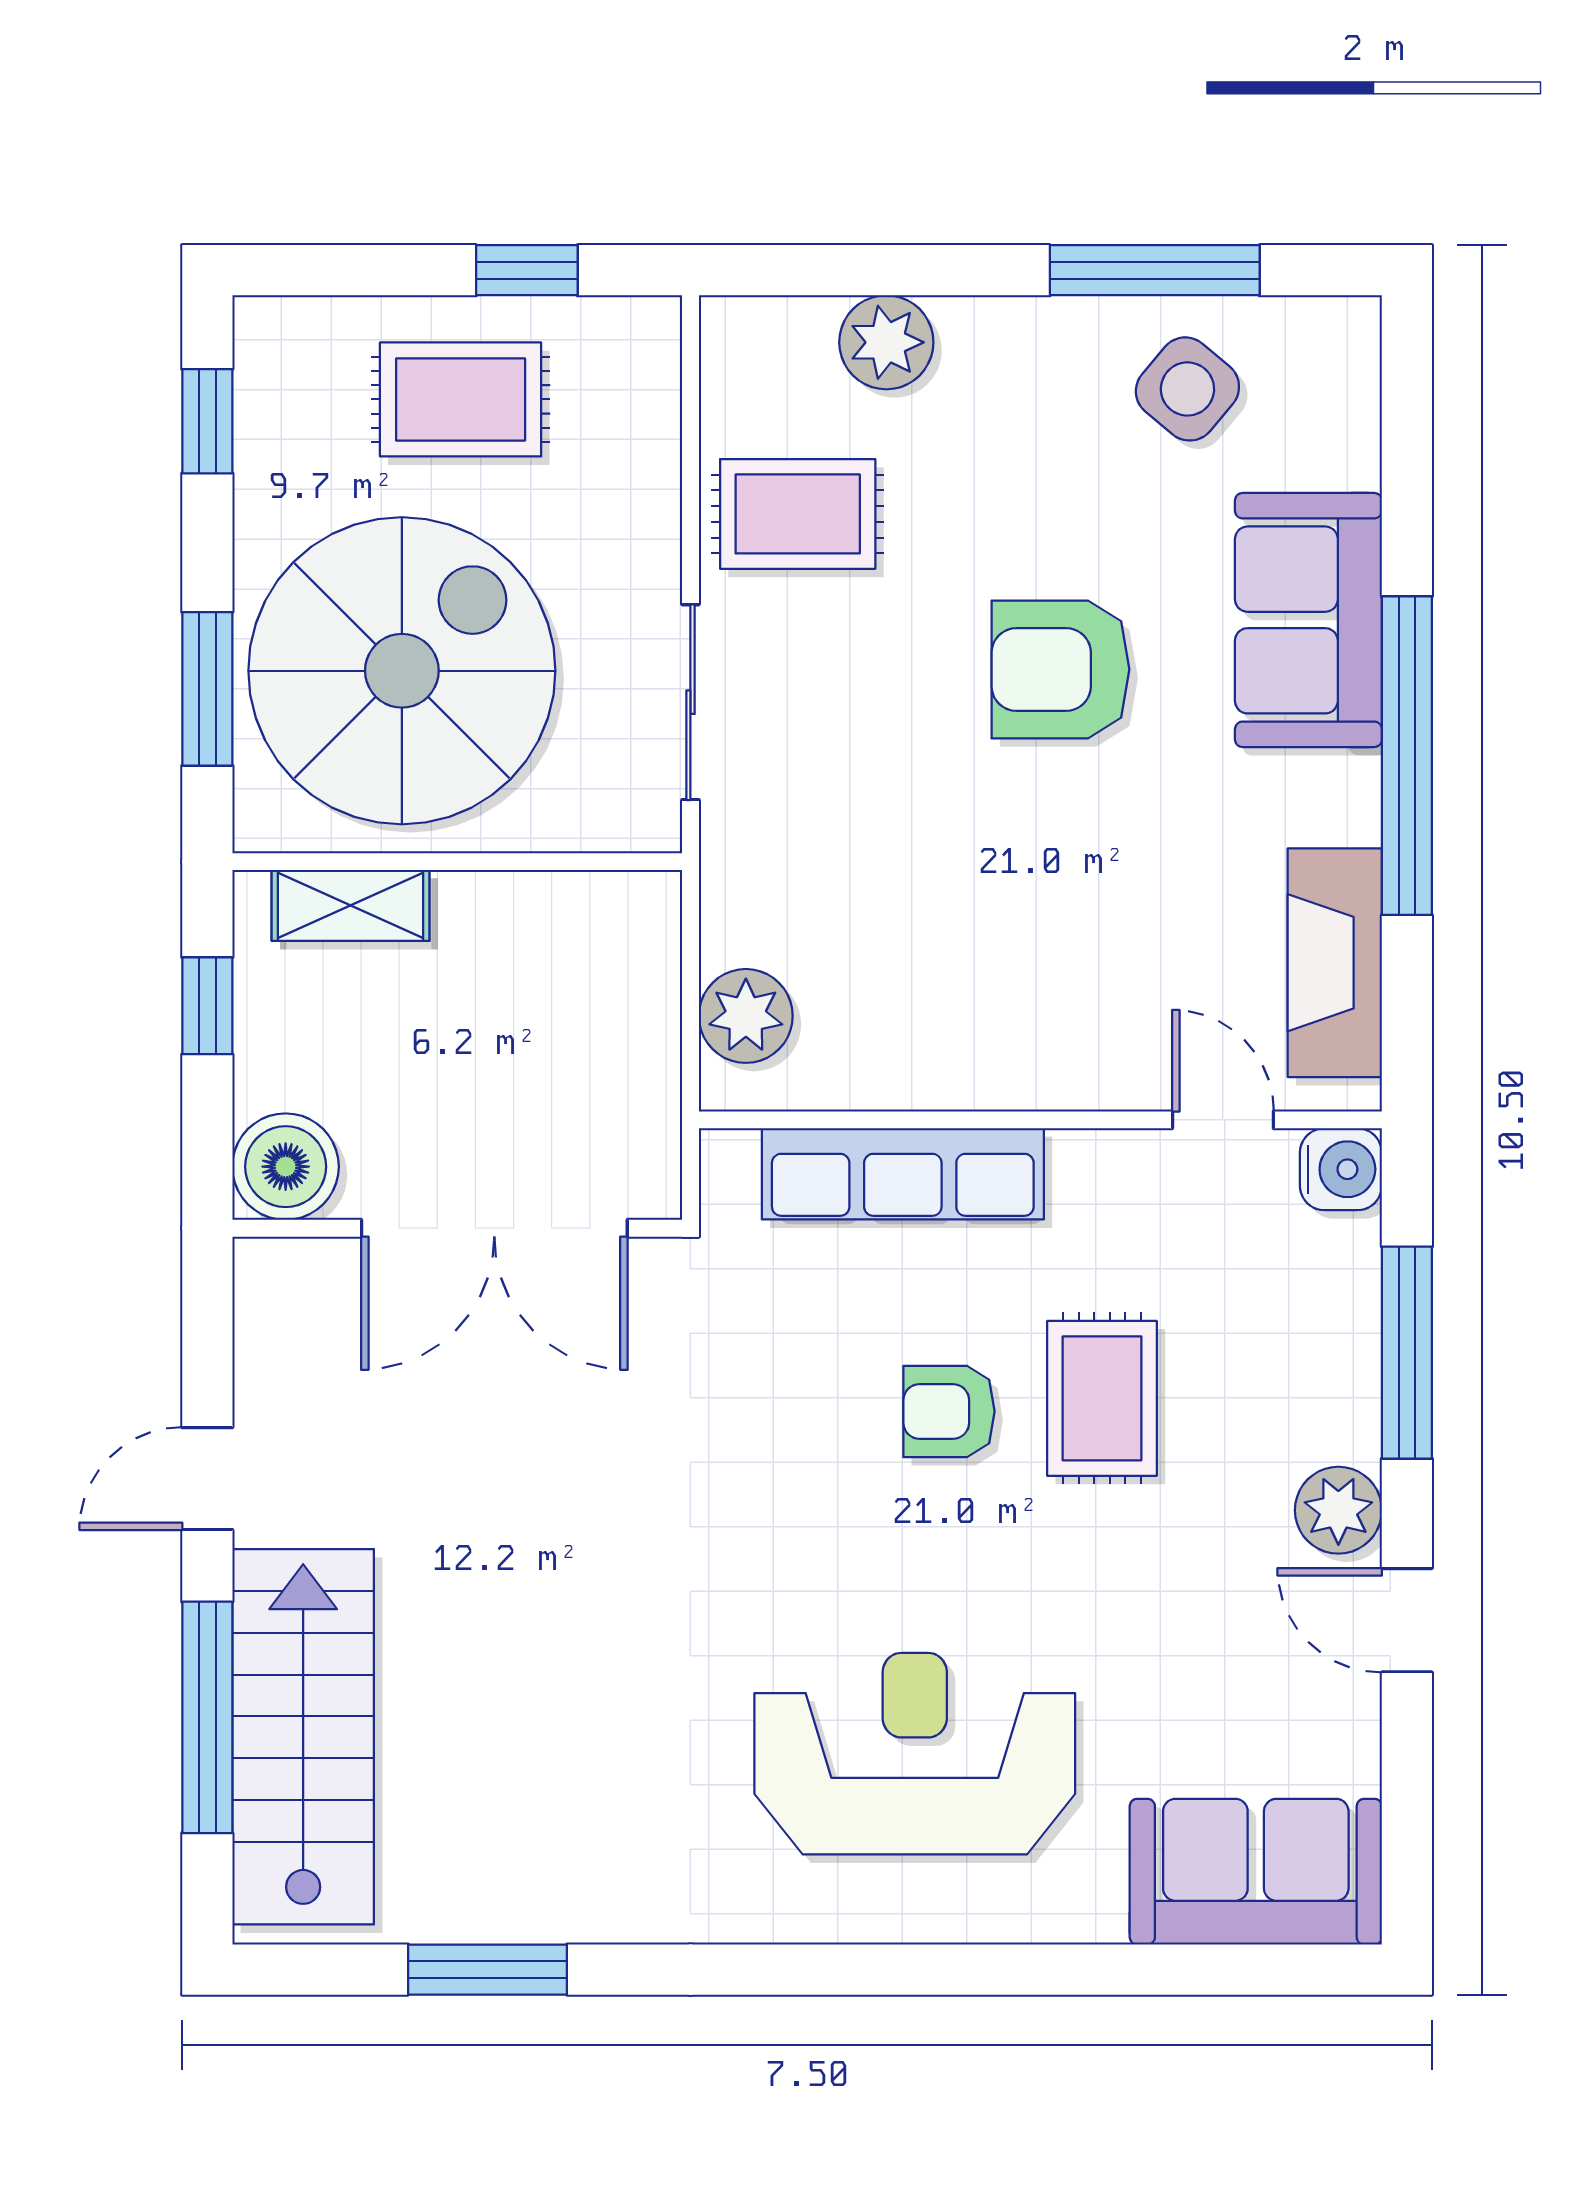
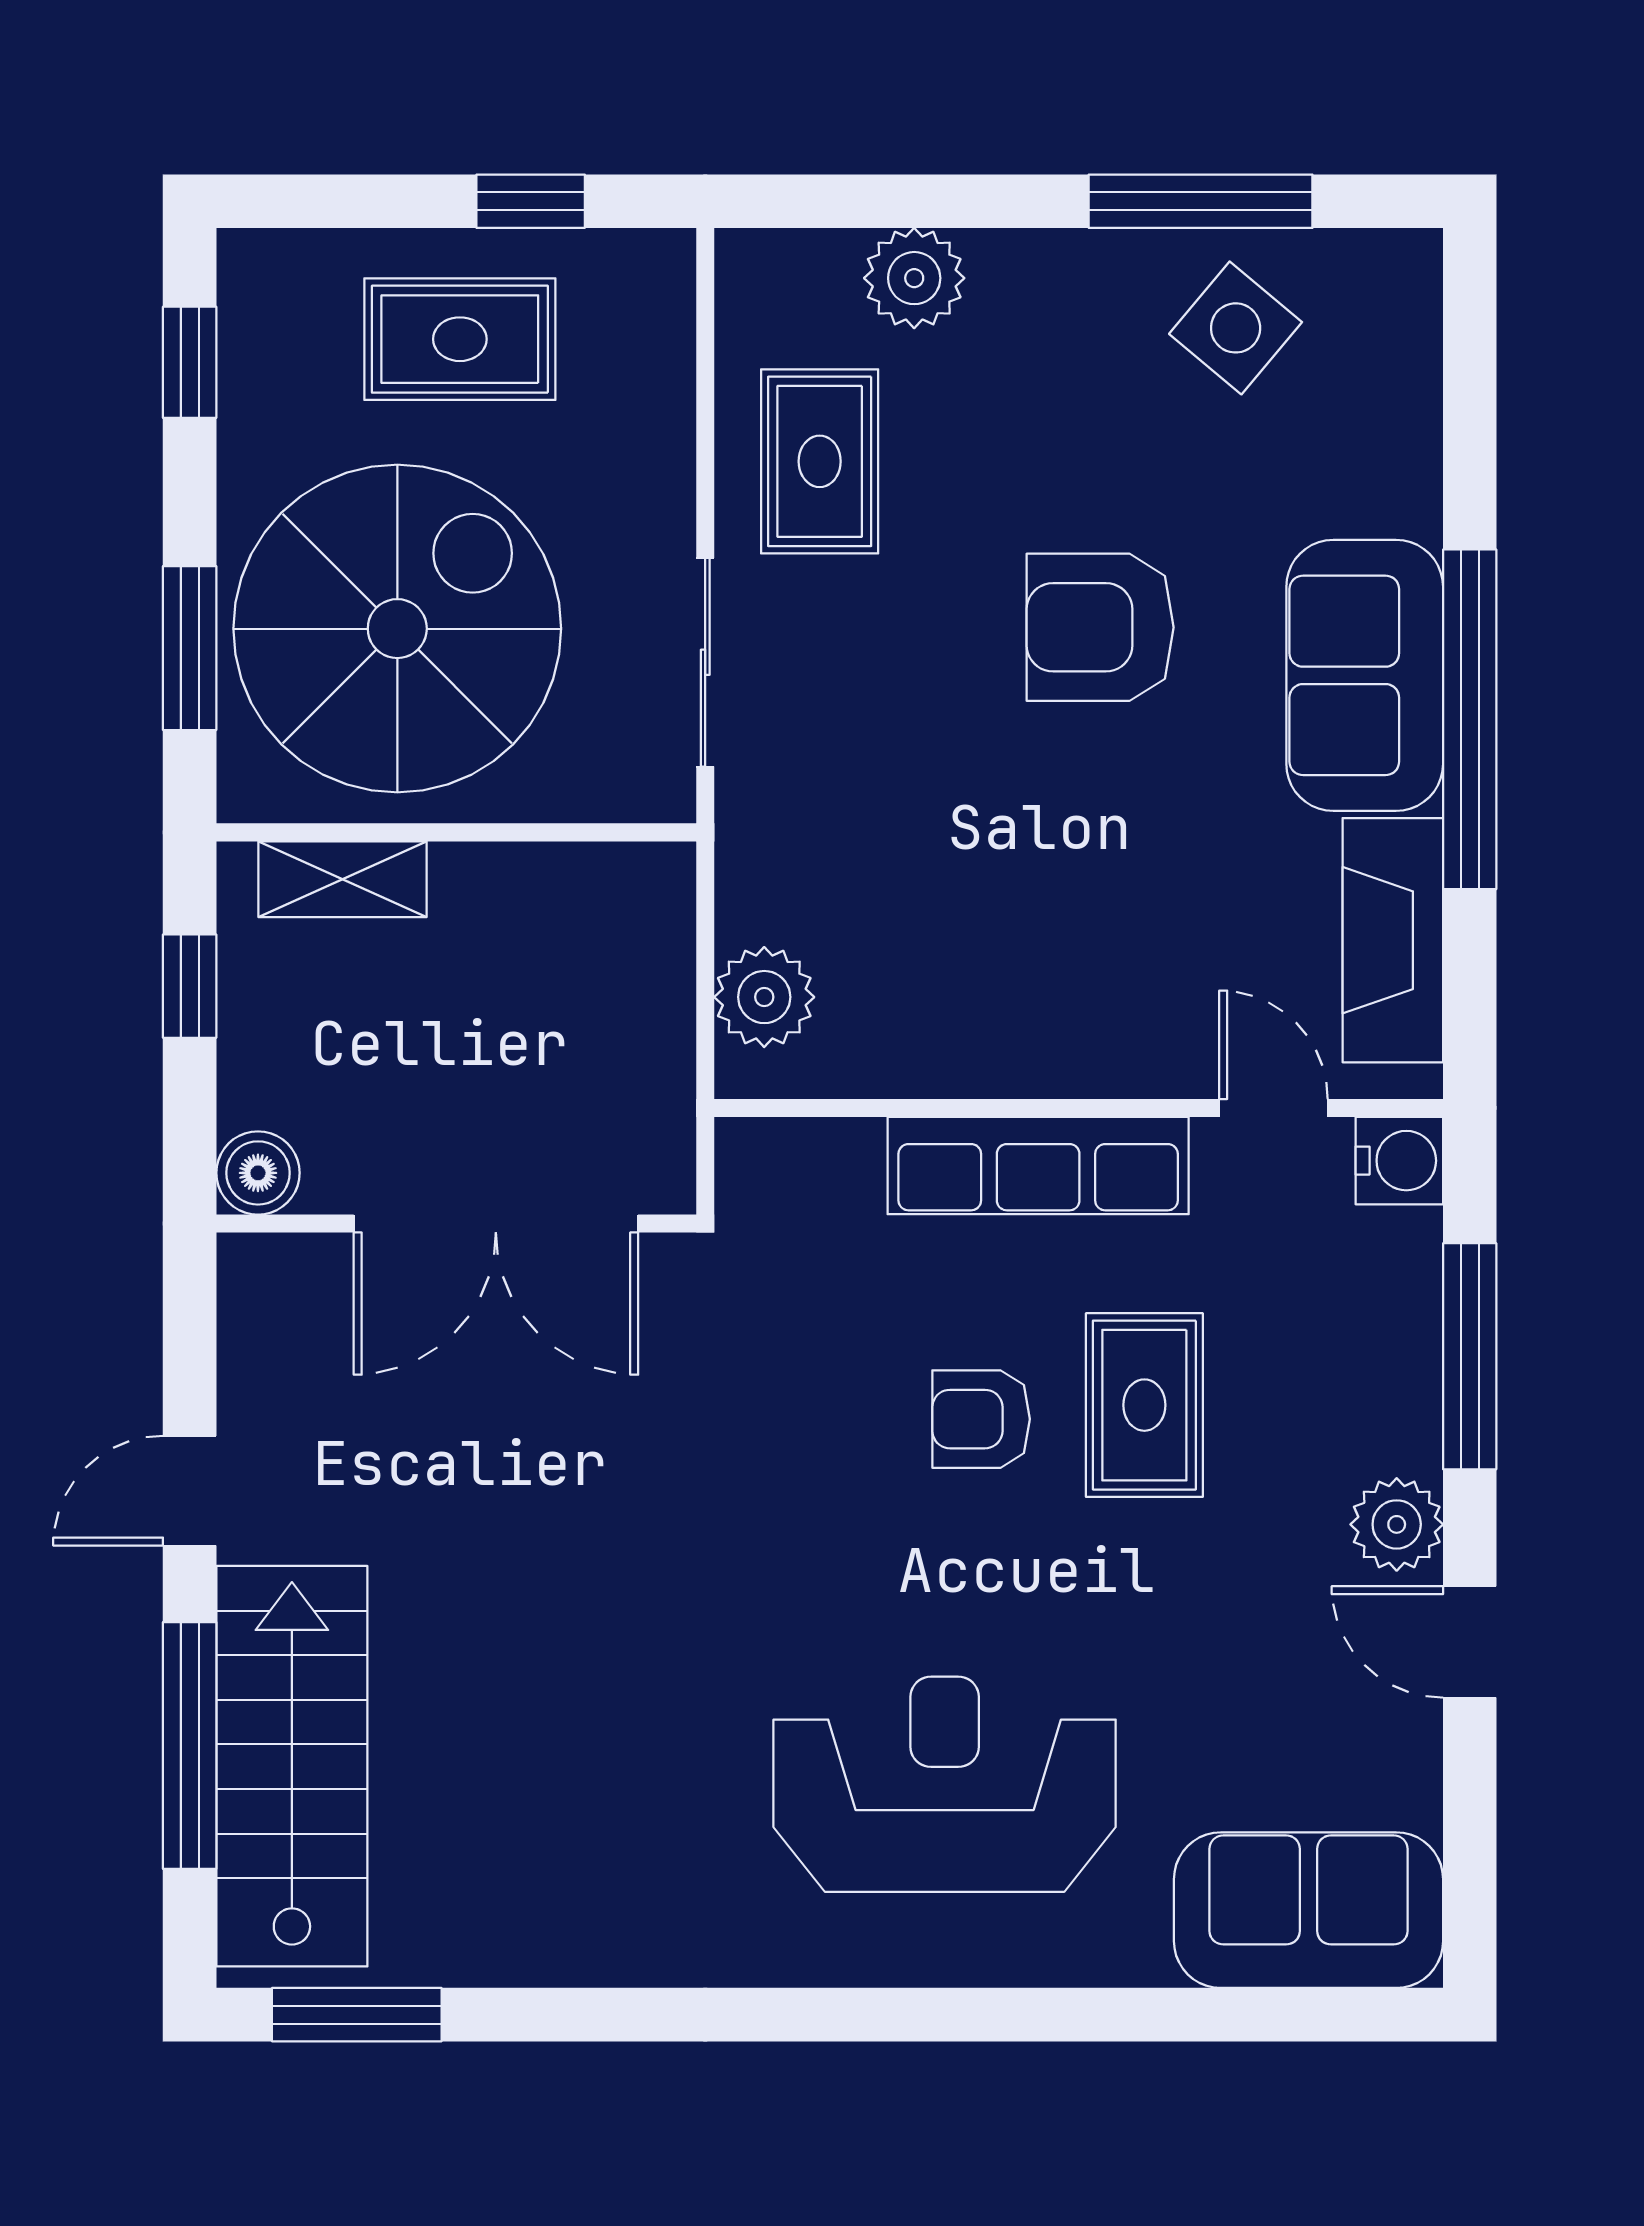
rug: (798, 514) -> (820, 461), turned 90
sofa: (1308, 620) -> (1365, 675), moved
boiler: (286, 1167) -> (258, 1173), width x0.73, depth x0.73
row of seats: (903, 1174) -> (1038, 1166), moved
window: (488, 1970) -> (357, 2015), moved

